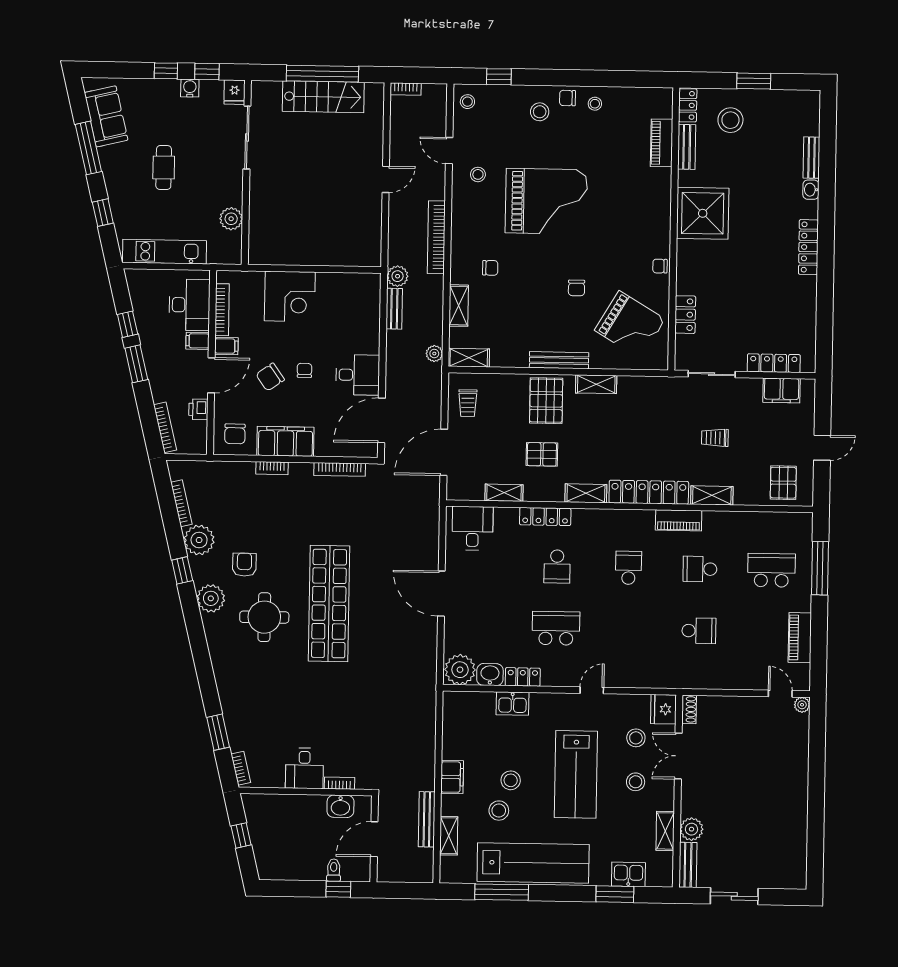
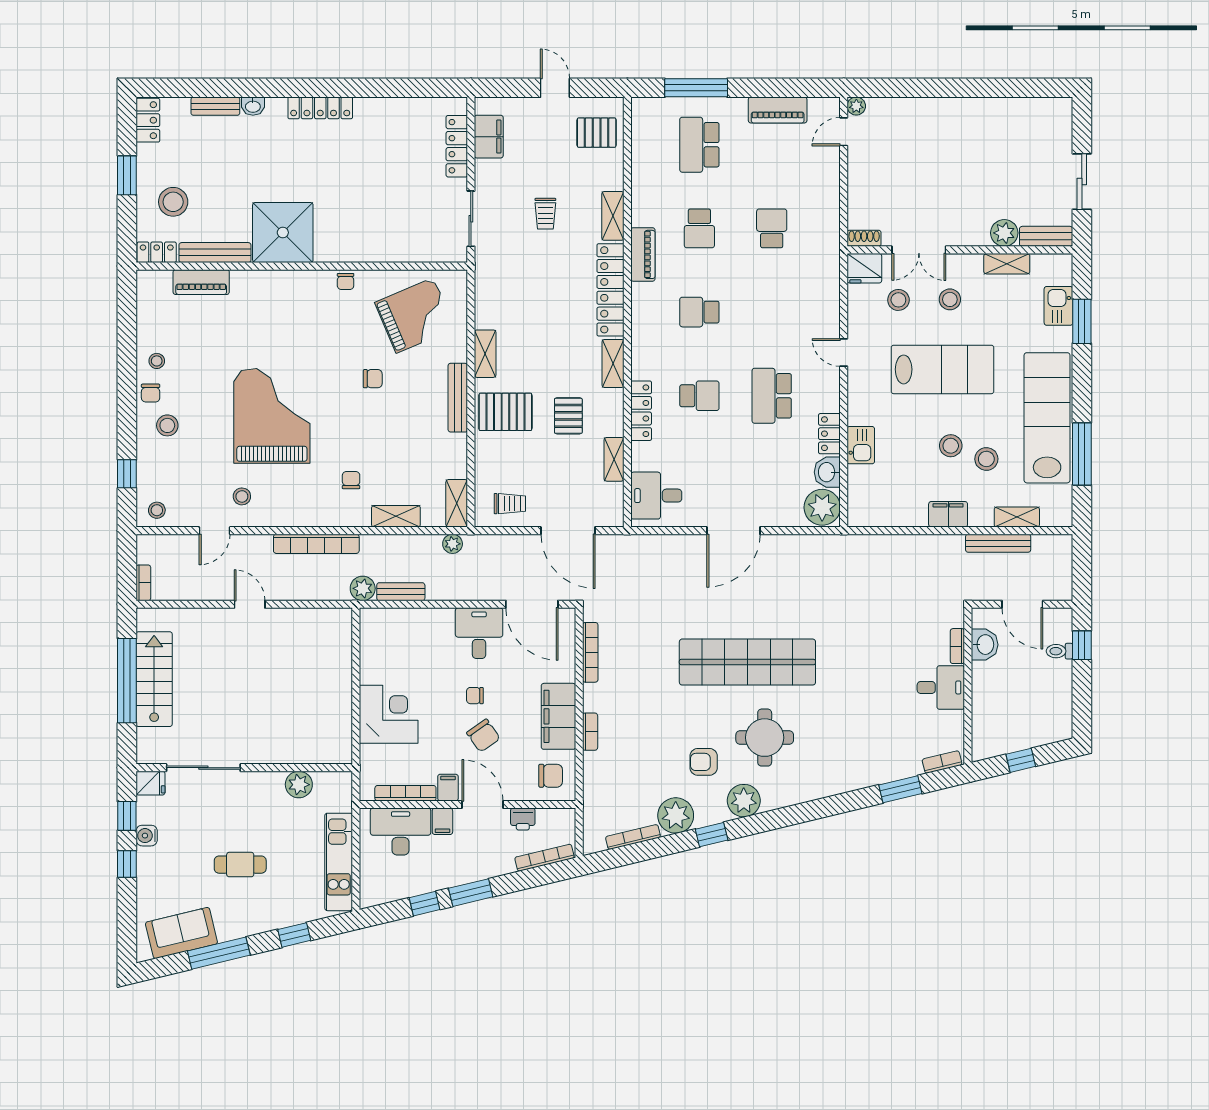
bench: (687, 147) -> (215, 253), width x1.36
locker: (685, 315) -> (148, 120), moved, turned 90
grand piano: (630, 325) -> (415, 315), turned 36

